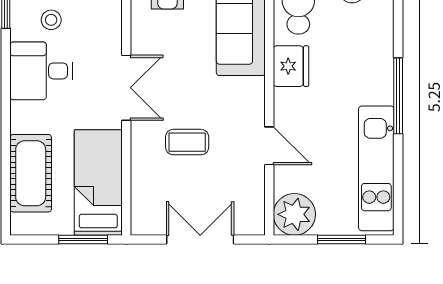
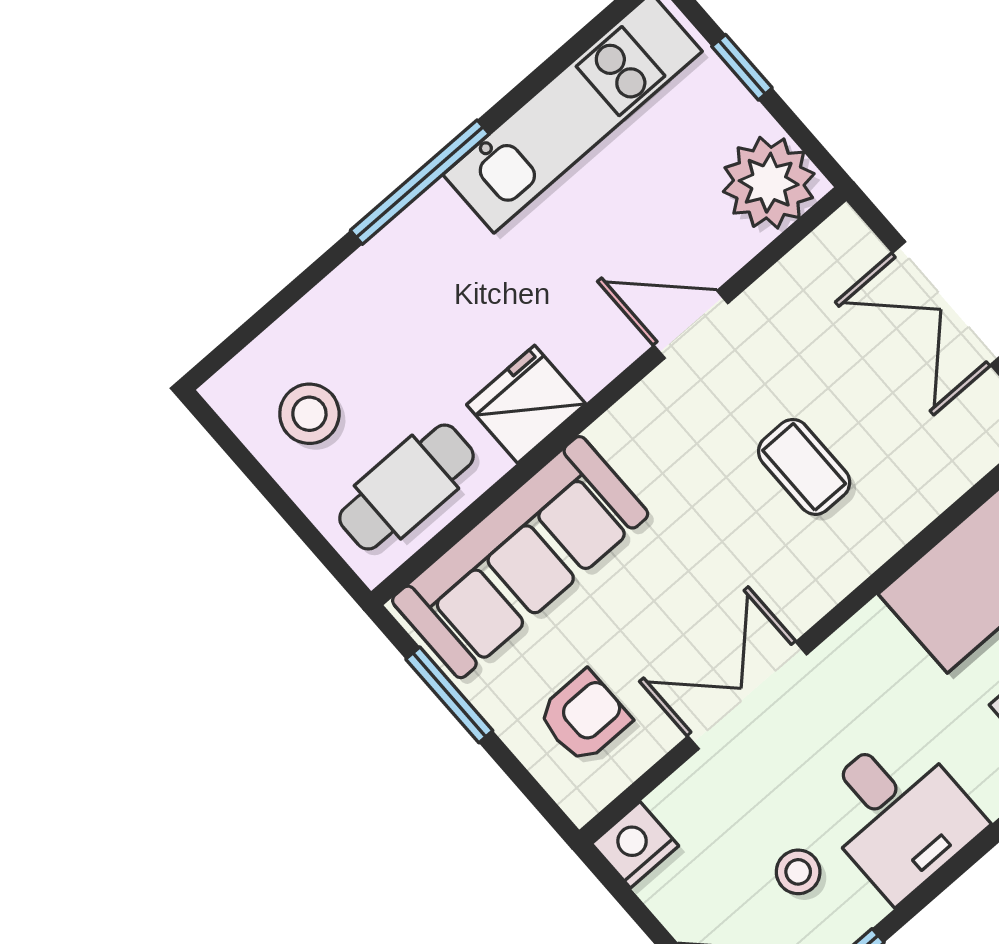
double door: (126, 88) -> (747, 695), moved
door: (269, 146) -> (691, 324), hinge flipped
window: (342, 240) -> (742, 67), width x0.67

